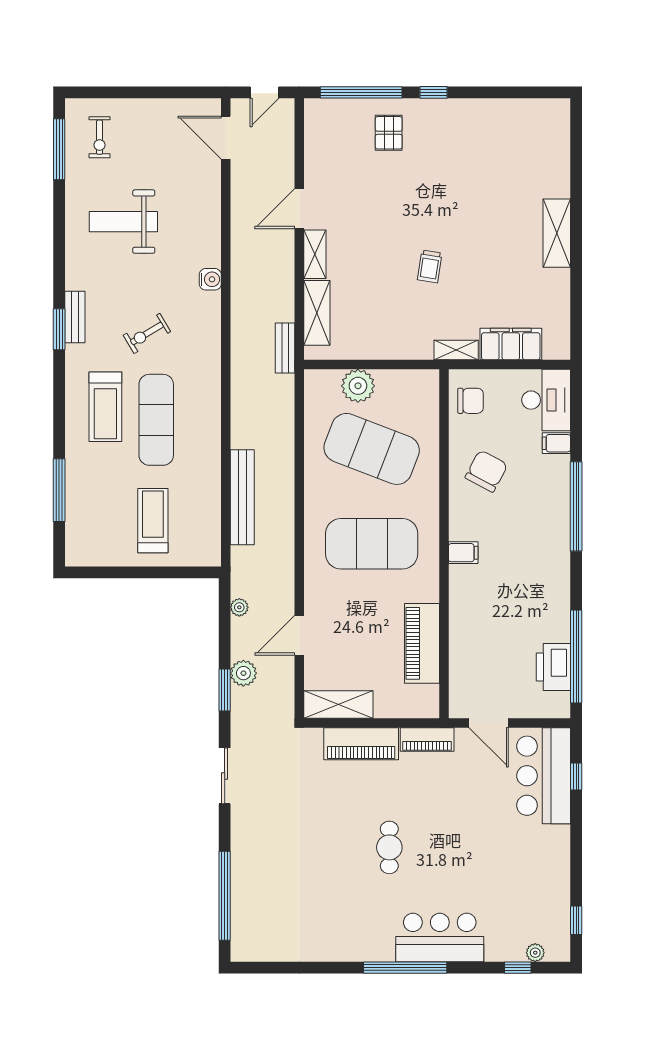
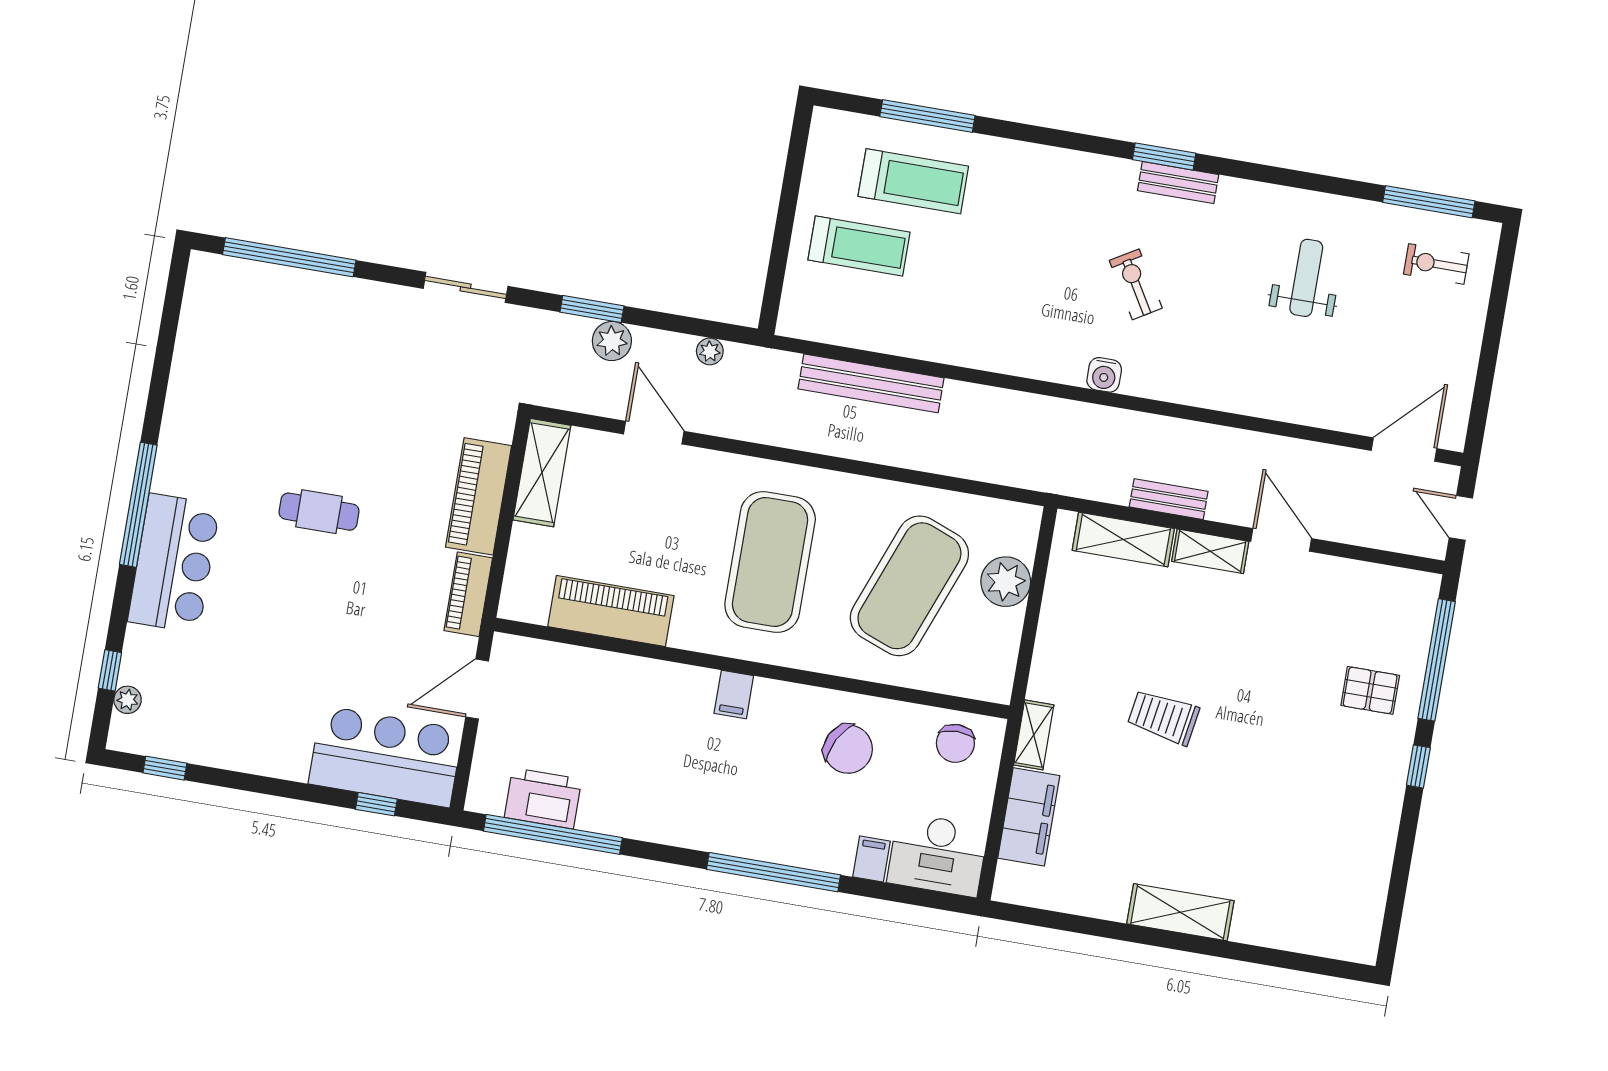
weight bench: (123, 222) -> (1306, 278), width x0.73, depth x0.75
trolley: (430, 266) -> (1163, 717), width x1.36, depth x1.39
water cooler: (210, 279) -> (1104, 375), moved
bench: (285, 348) -> (1169, 499), moved
treadmill: (105, 407) -> (913, 181), moved, turned 180
exercise mat: (156, 420) -> (1006, 276), removed

